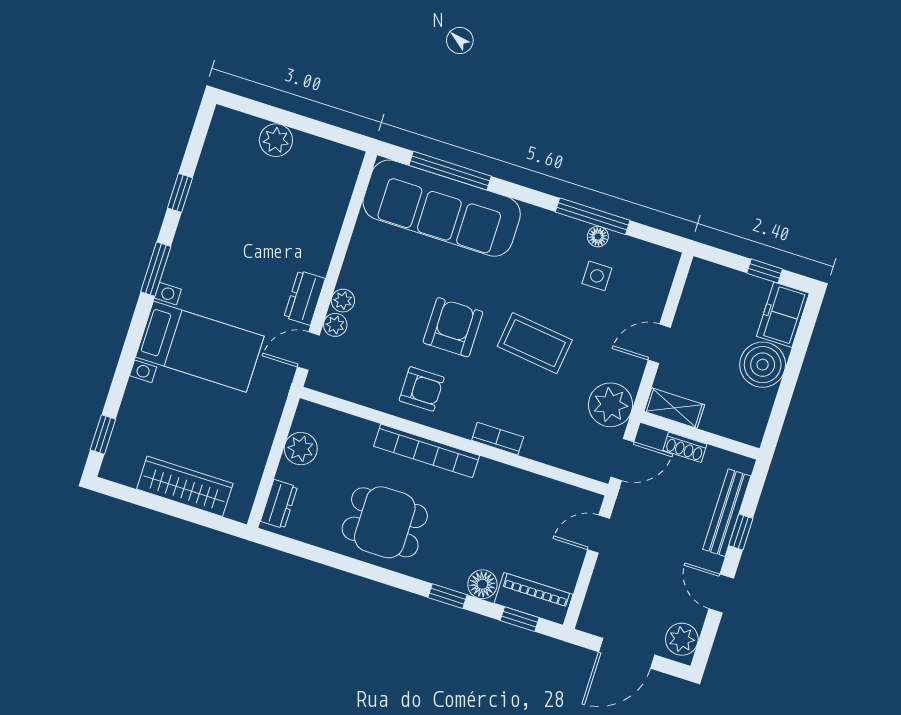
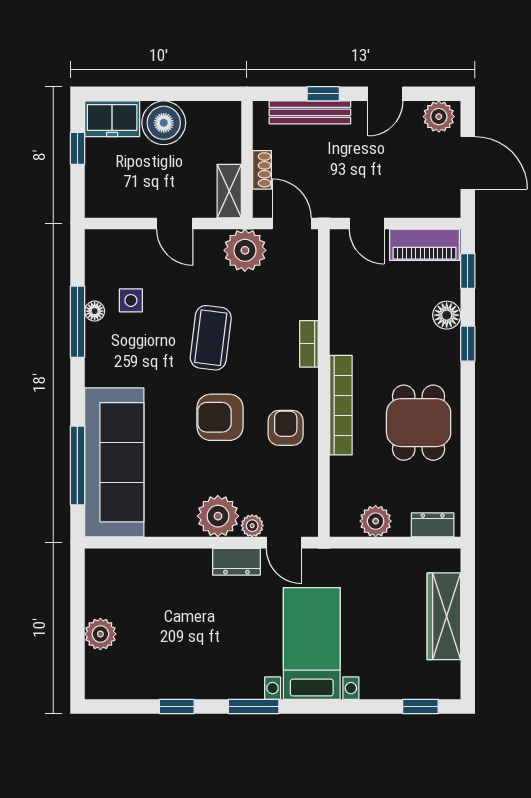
plant: (343, 301) -> (218, 516), width x1.87, depth x1.87
piano: (534, 599) -> (425, 245), moved, turned -90

